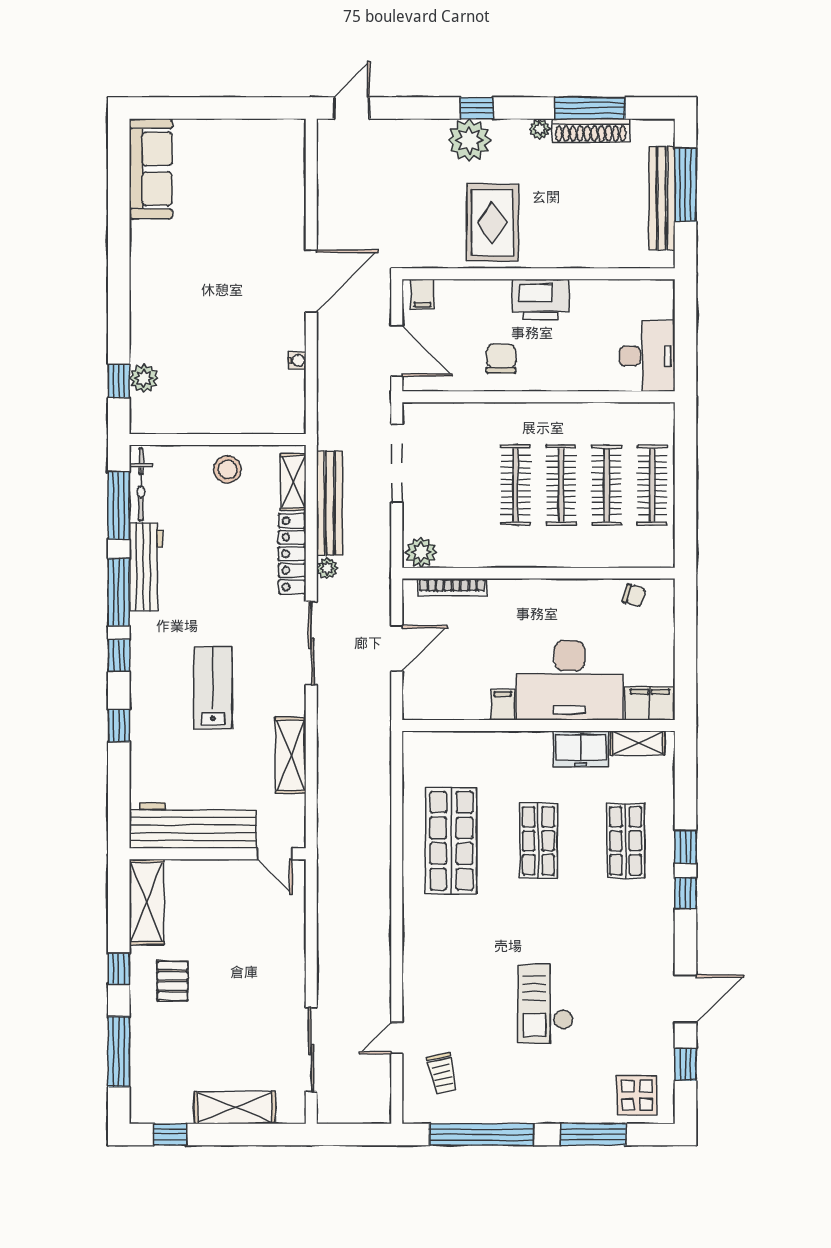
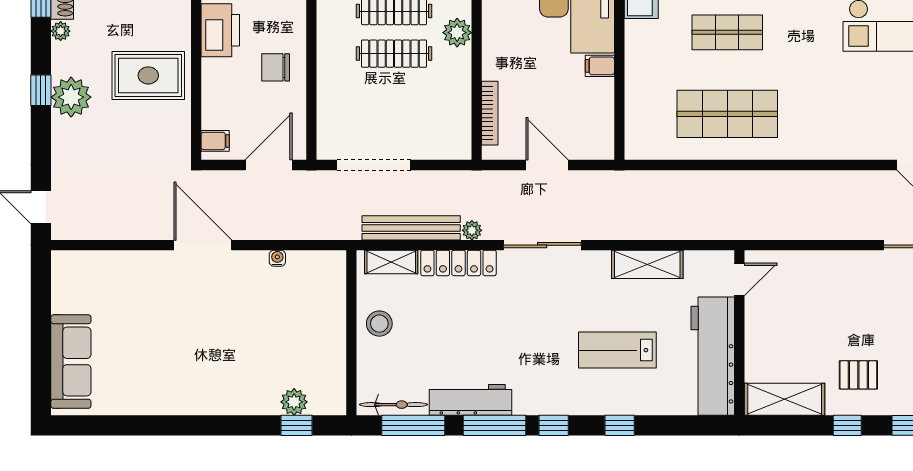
sofa: (151, 169) -> (71, 362), moved, turned 90
plant: (421, 552) -> (457, 33), moved
lab bench: (213, 688) -> (617, 350), moved

